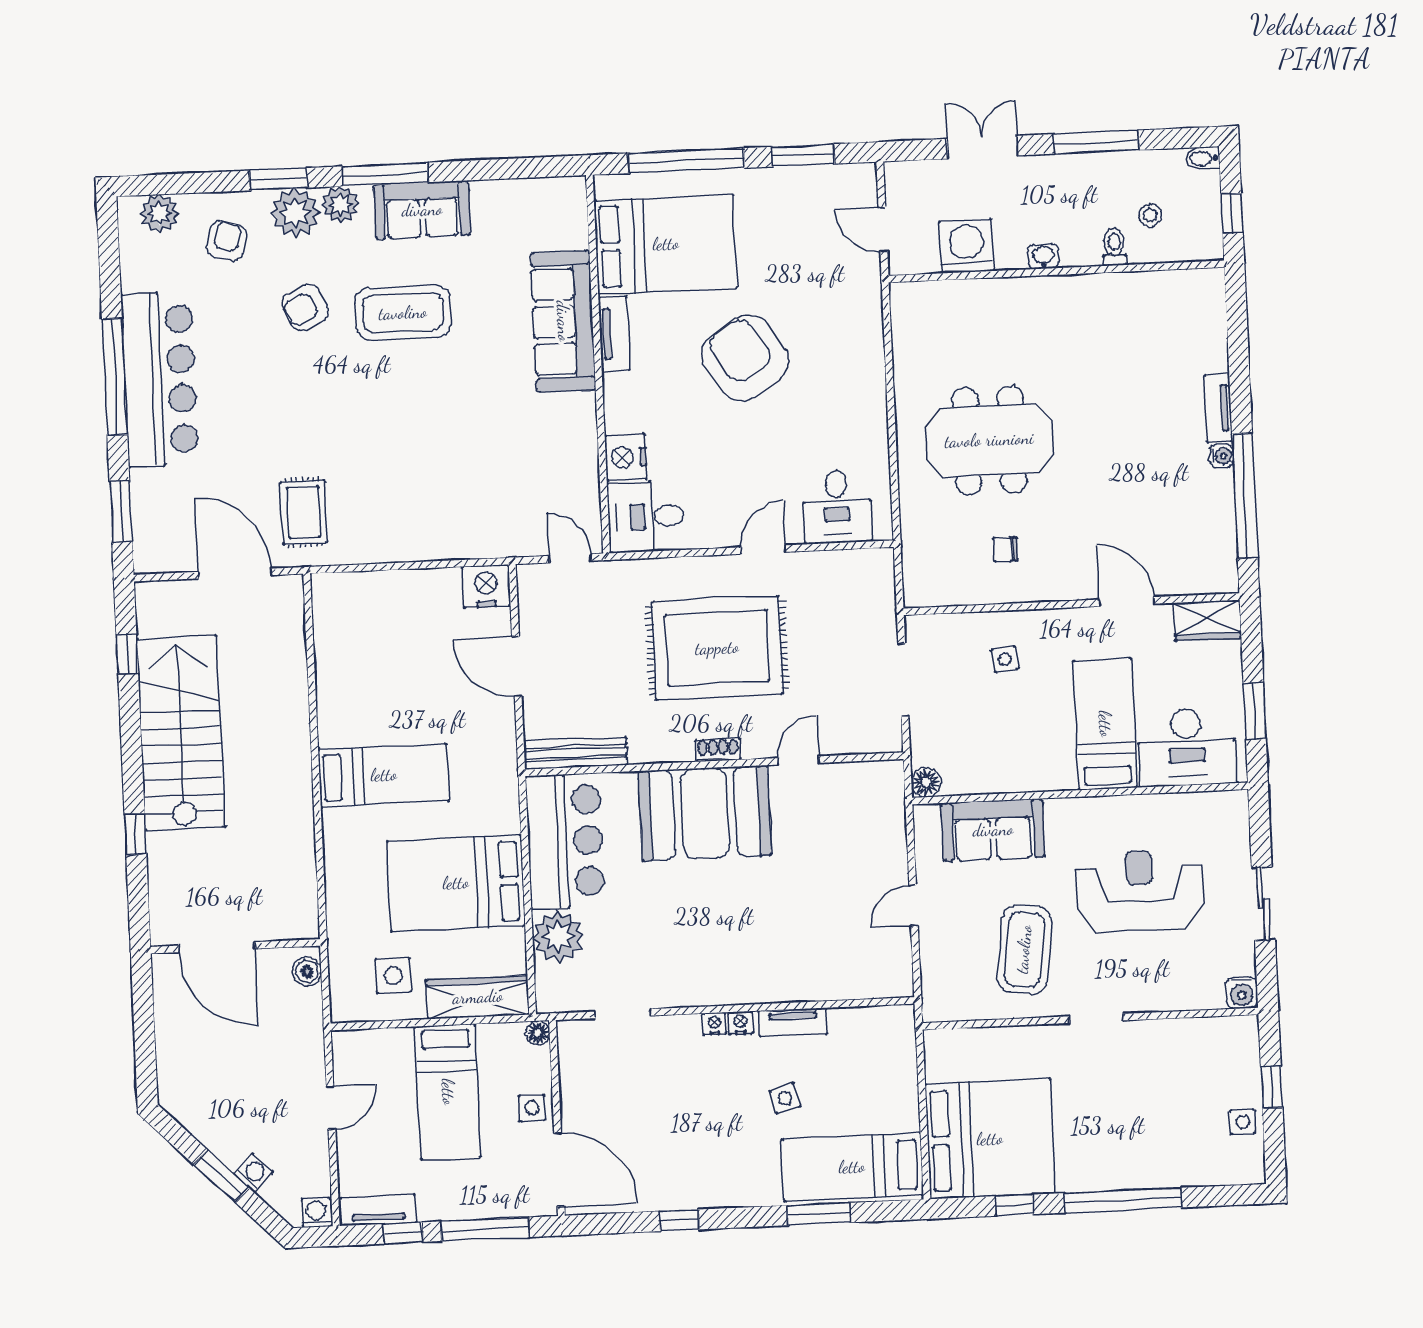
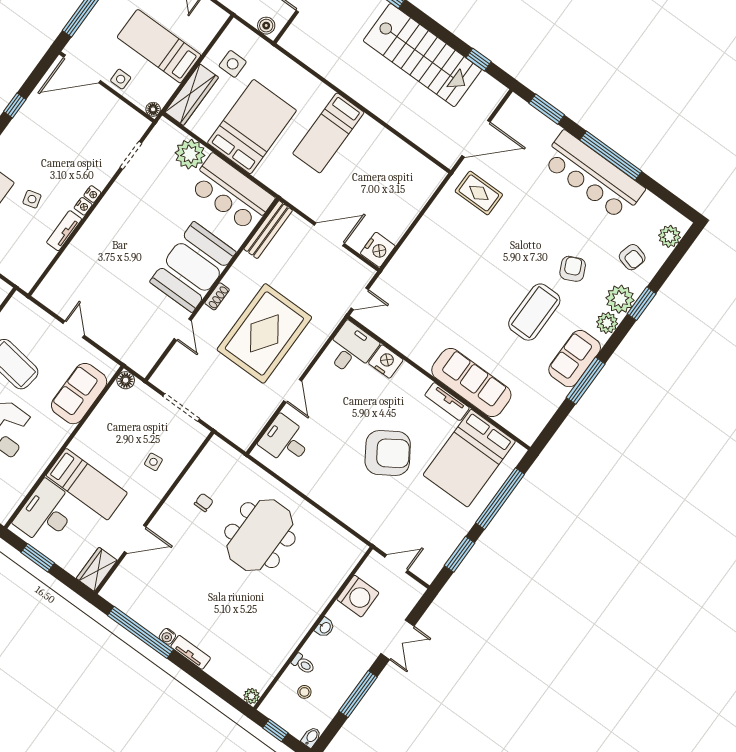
window: (385, 174) -> (586, 381), moved
plant: (1212, 281) -> (251, 696), added

